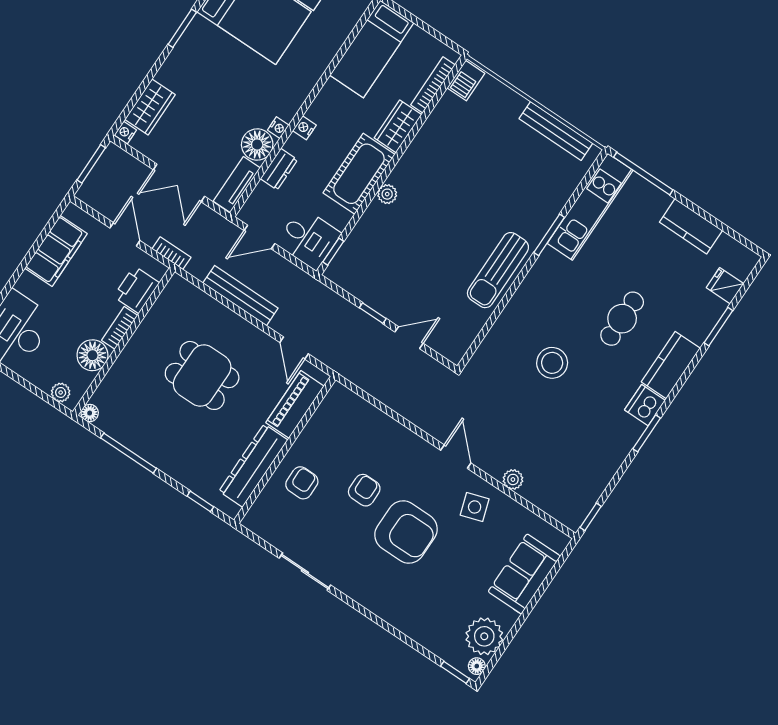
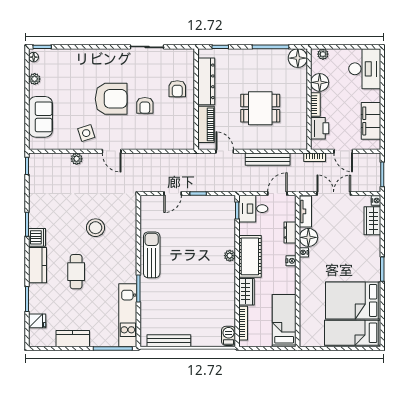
floor lamp: (90, 413) -> (298, 58), width x1.89, depth x1.89
armchair: (406, 532) -> (111, 99), turned 180
plant: (484, 636) -> (35, 79), width x0.53, depth x0.53

